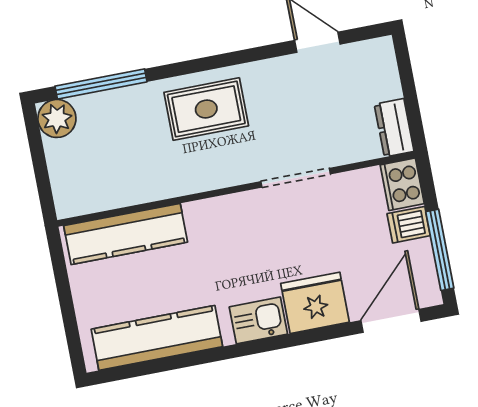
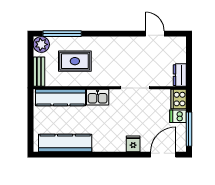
rug: (206, 109) -> (75, 61), moved
bench: (64, 183) -> (39, 72), added
fridge: (315, 303) -> (133, 144), width x0.53, depth x0.75
kitchen sink: (258, 320) -> (98, 97), moved, turned 180

